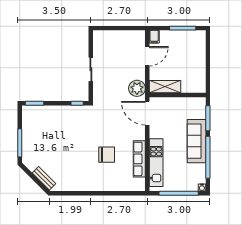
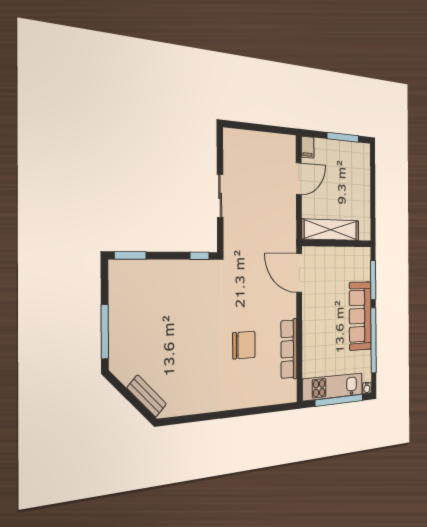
shelving: (165, 87) -> (331, 230), width x1.47
plant: (137, 88) -> (285, 231), removed
kitchen unit: (156, 163) -> (333, 387), moved, turned -90

